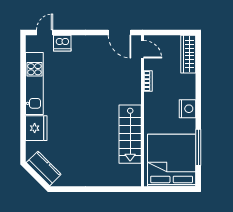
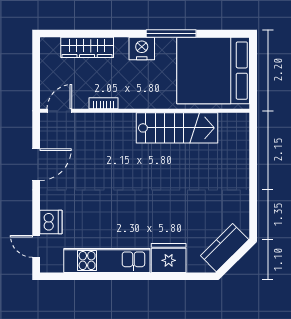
door: (120, 32) -> (36, 165), moved
wardrobe: (188, 54) -> (87, 47), moved
window: (198, 147) -> (171, 34), moved

